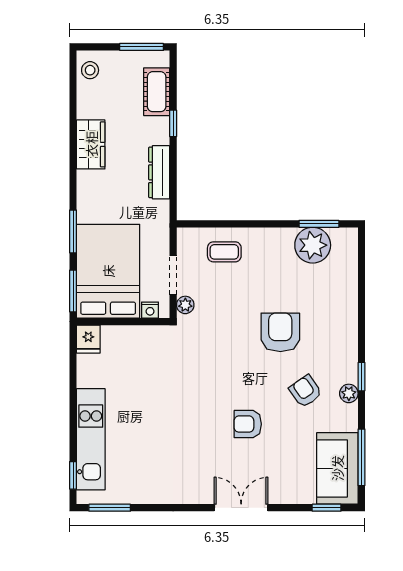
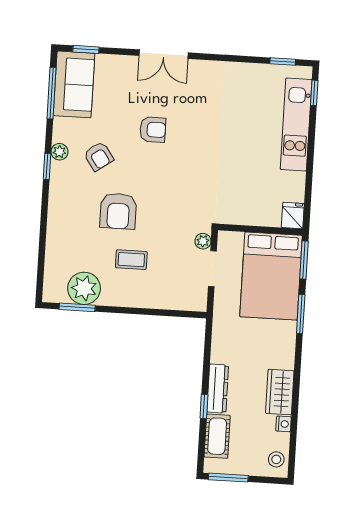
dresser: (159, 172) -> (218, 389), moved
coffee table: (224, 252) -> (131, 260), moved
nightstand: (150, 310) -> (284, 424), moved, turned 90
window: (110, 508) -> (283, 61), width x0.67

